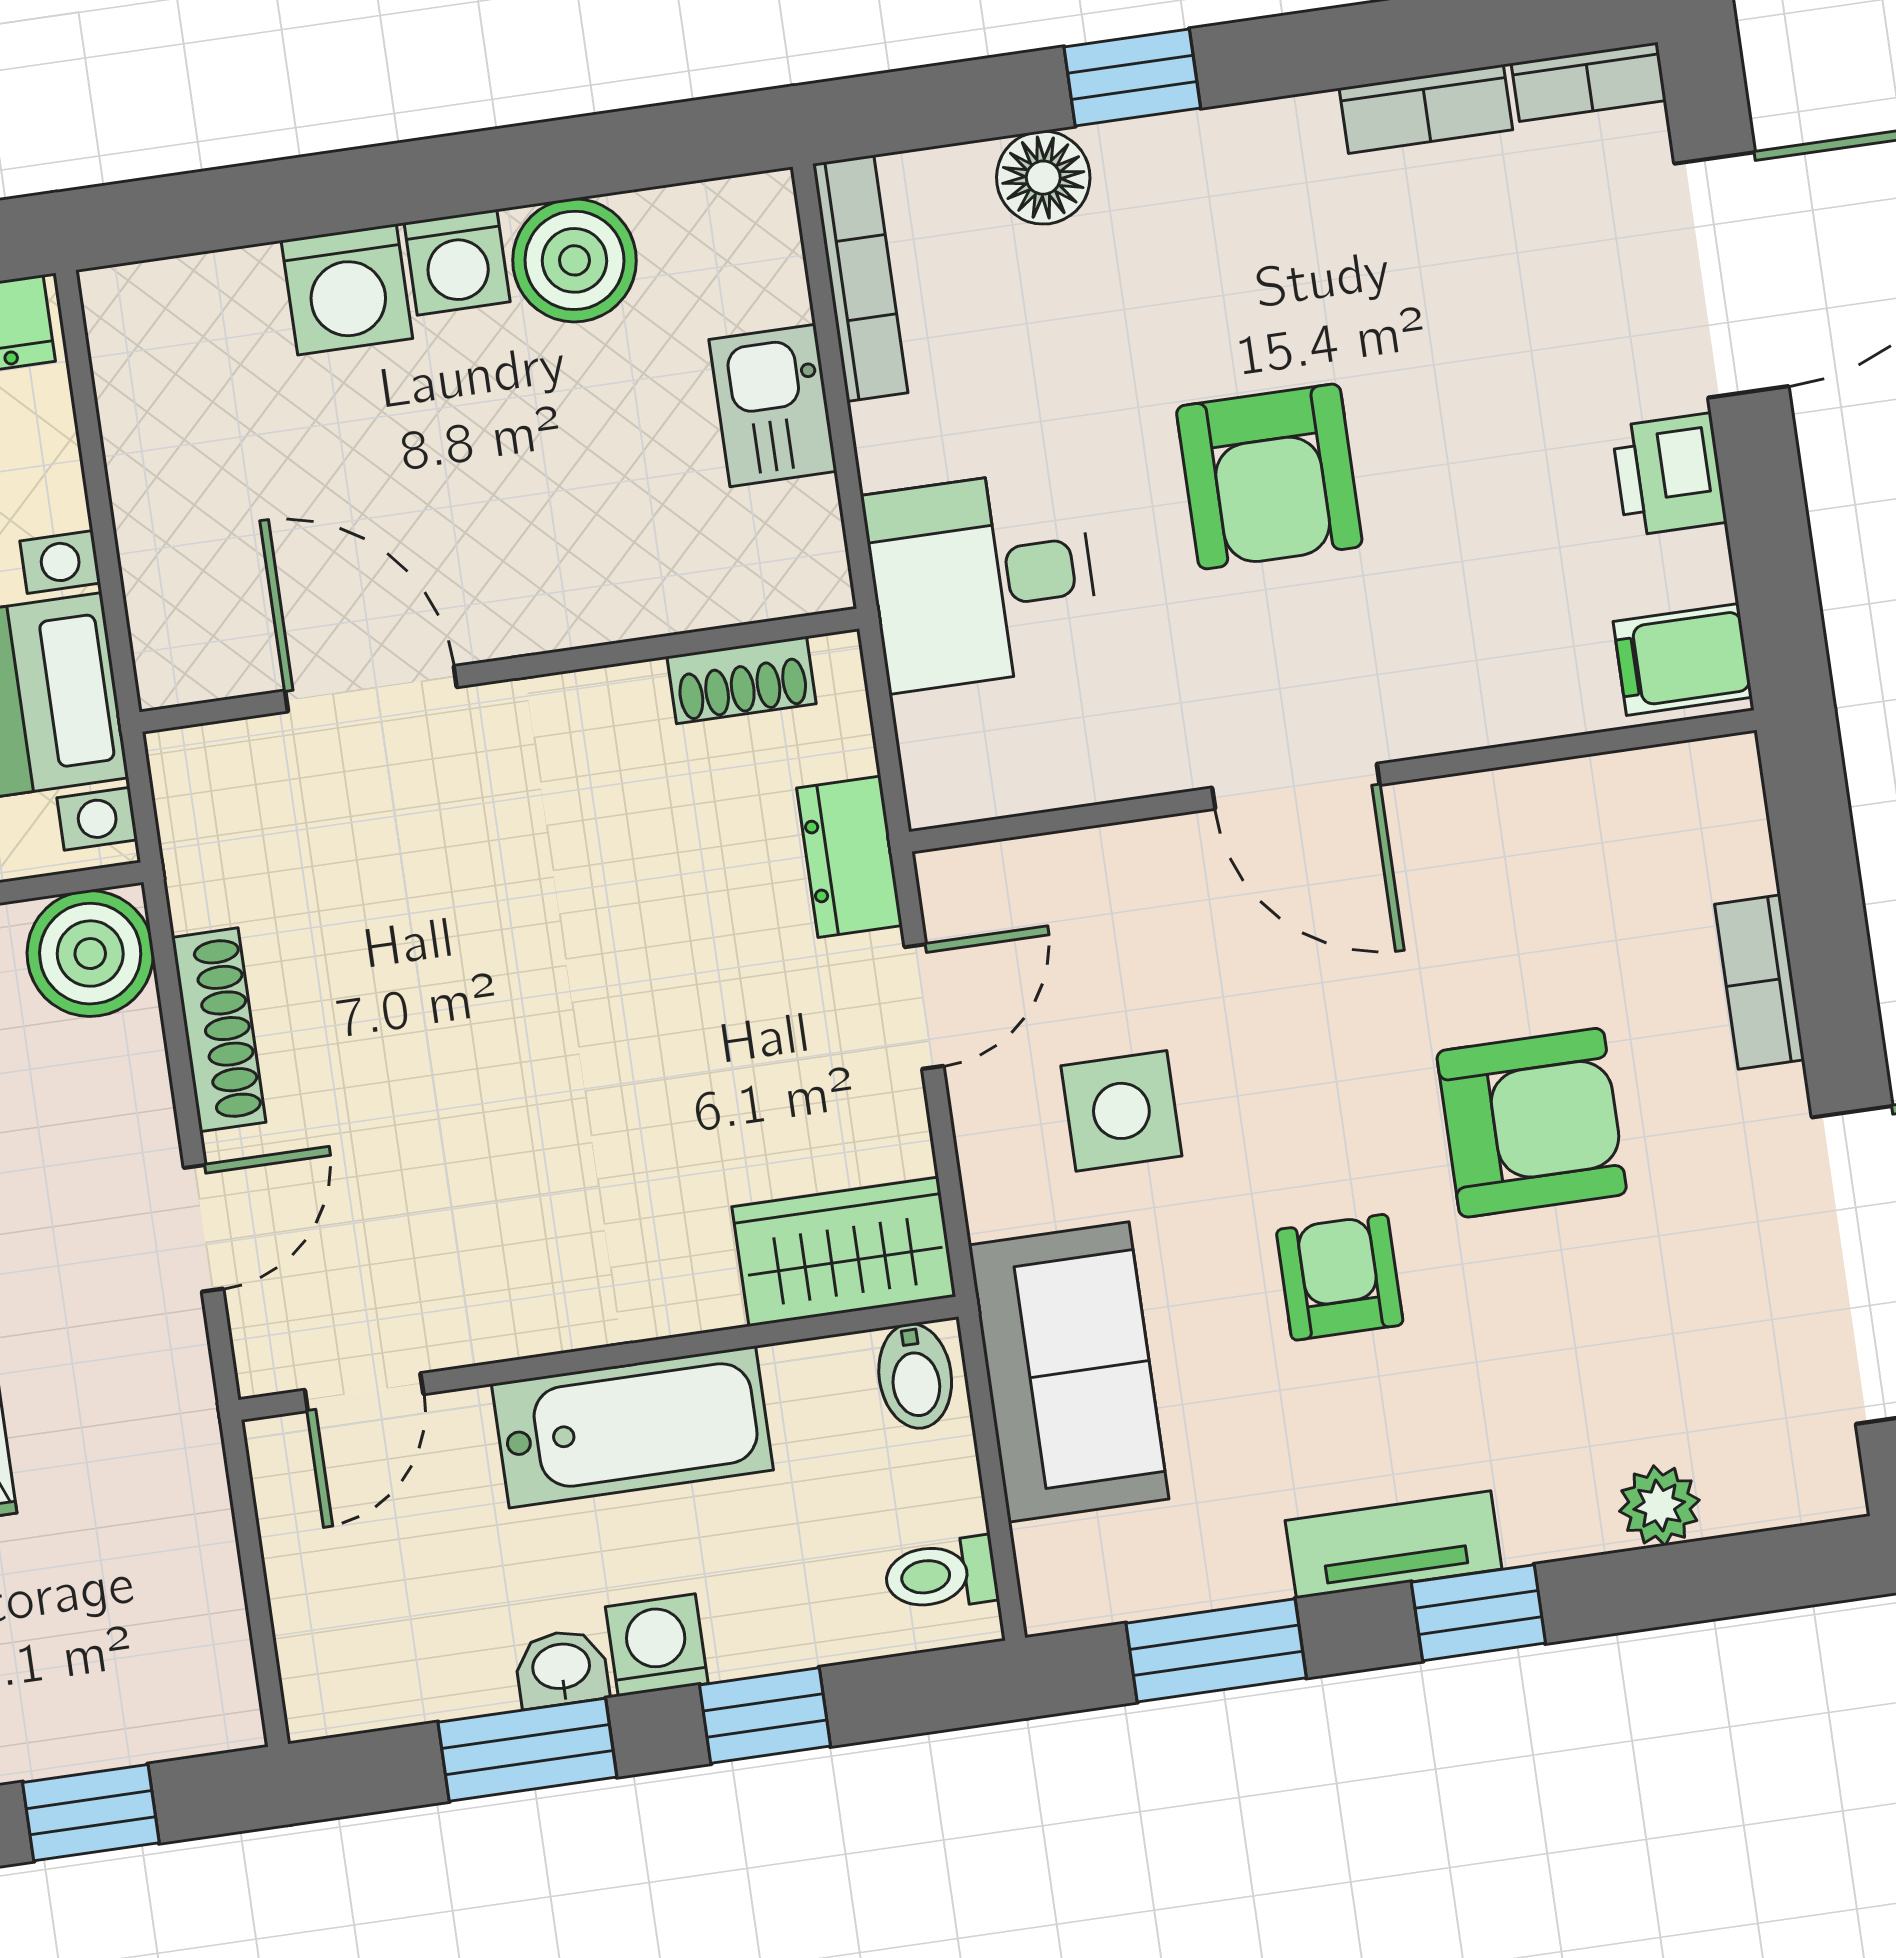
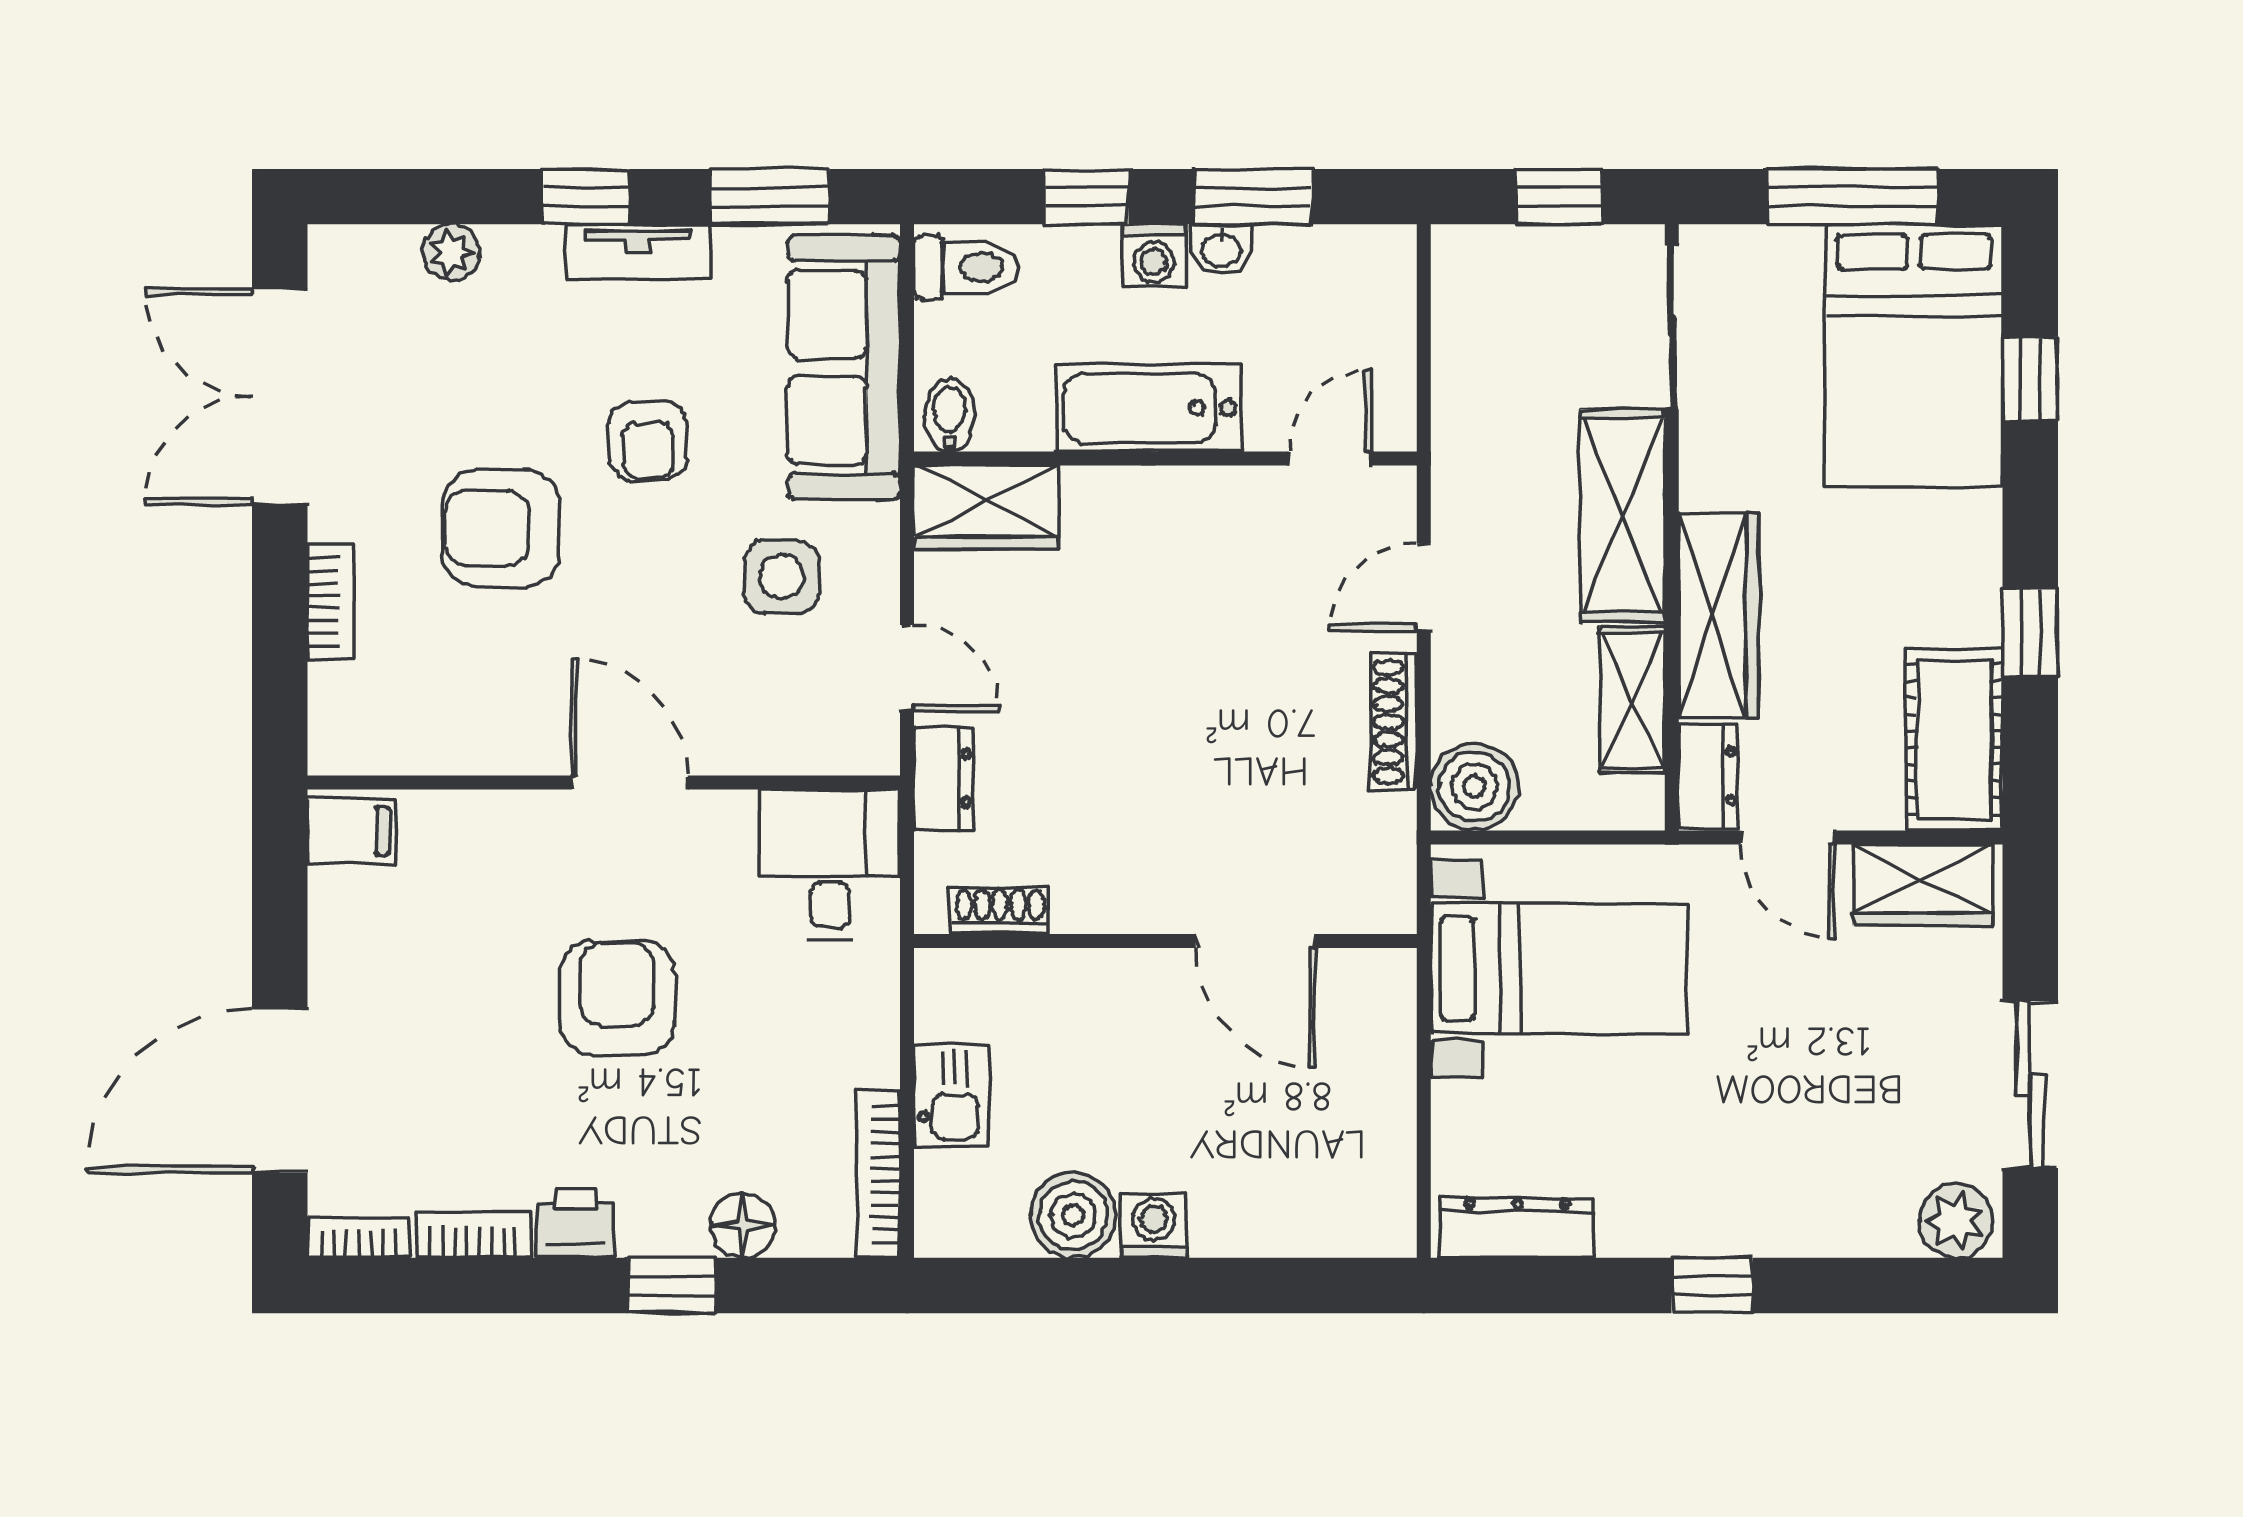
washing machine: (347, 289) -> (1232, 1218), removed
printer: (1669, 475) -> (575, 1223), moved, turned -90
desk: (982, 580) -> (830, 865), moved, turned -90
door: (924, 1006) -> (907, 668), swing flipped
sofa: (1069, 1372) -> (844, 367), width x1.36
toilet: (941, 1575) -> (966, 267), width x1.37, depth x1.39

